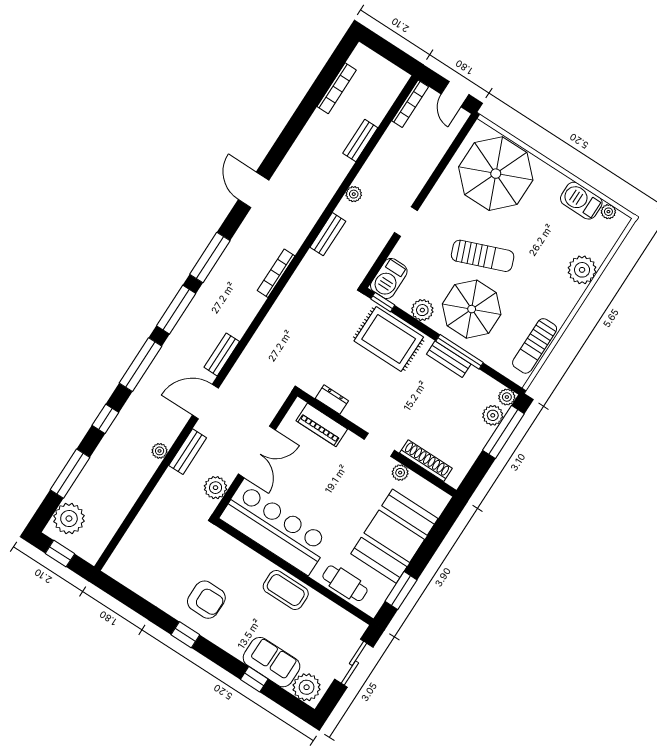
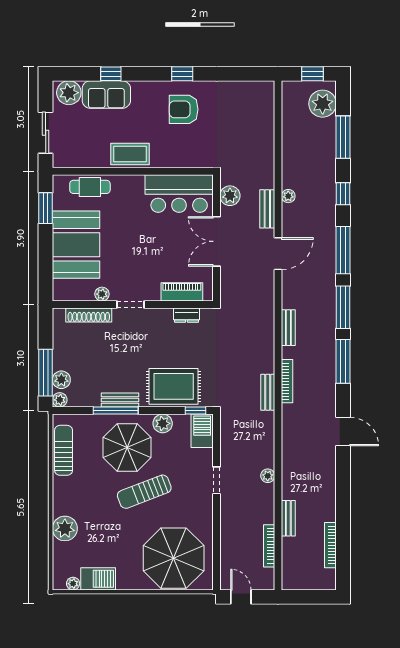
bookcase: (410, 104) -> (269, 546), moved
bench: (328, 234) -> (268, 392), moved
bench: (222, 354) -> (288, 328), moved
bar counter: (275, 529) -> (179, 194), width x0.73

